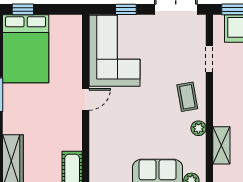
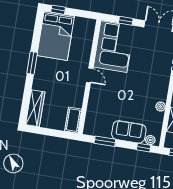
coffee table: (187, 97) -> (157, 85), removed
door: (86, 99) -> (90, 75), hinge flipped

